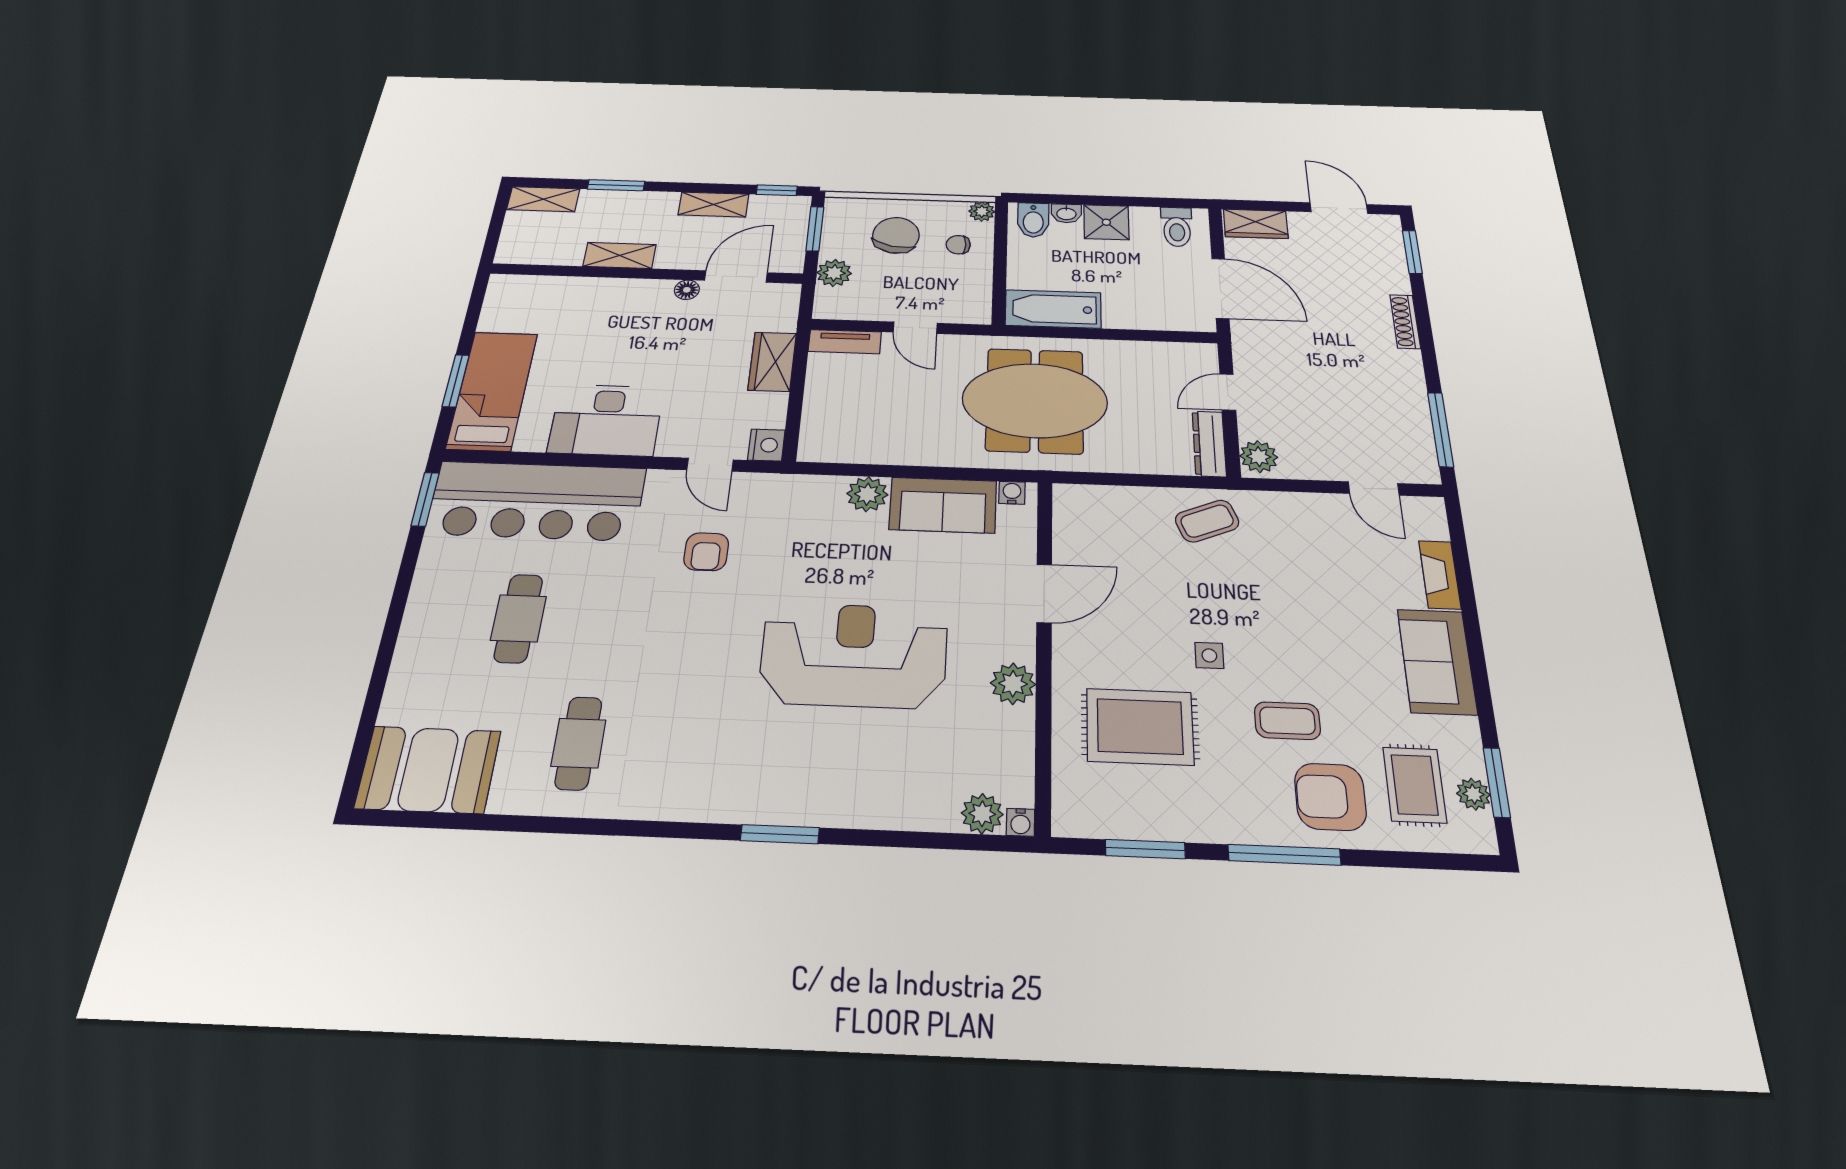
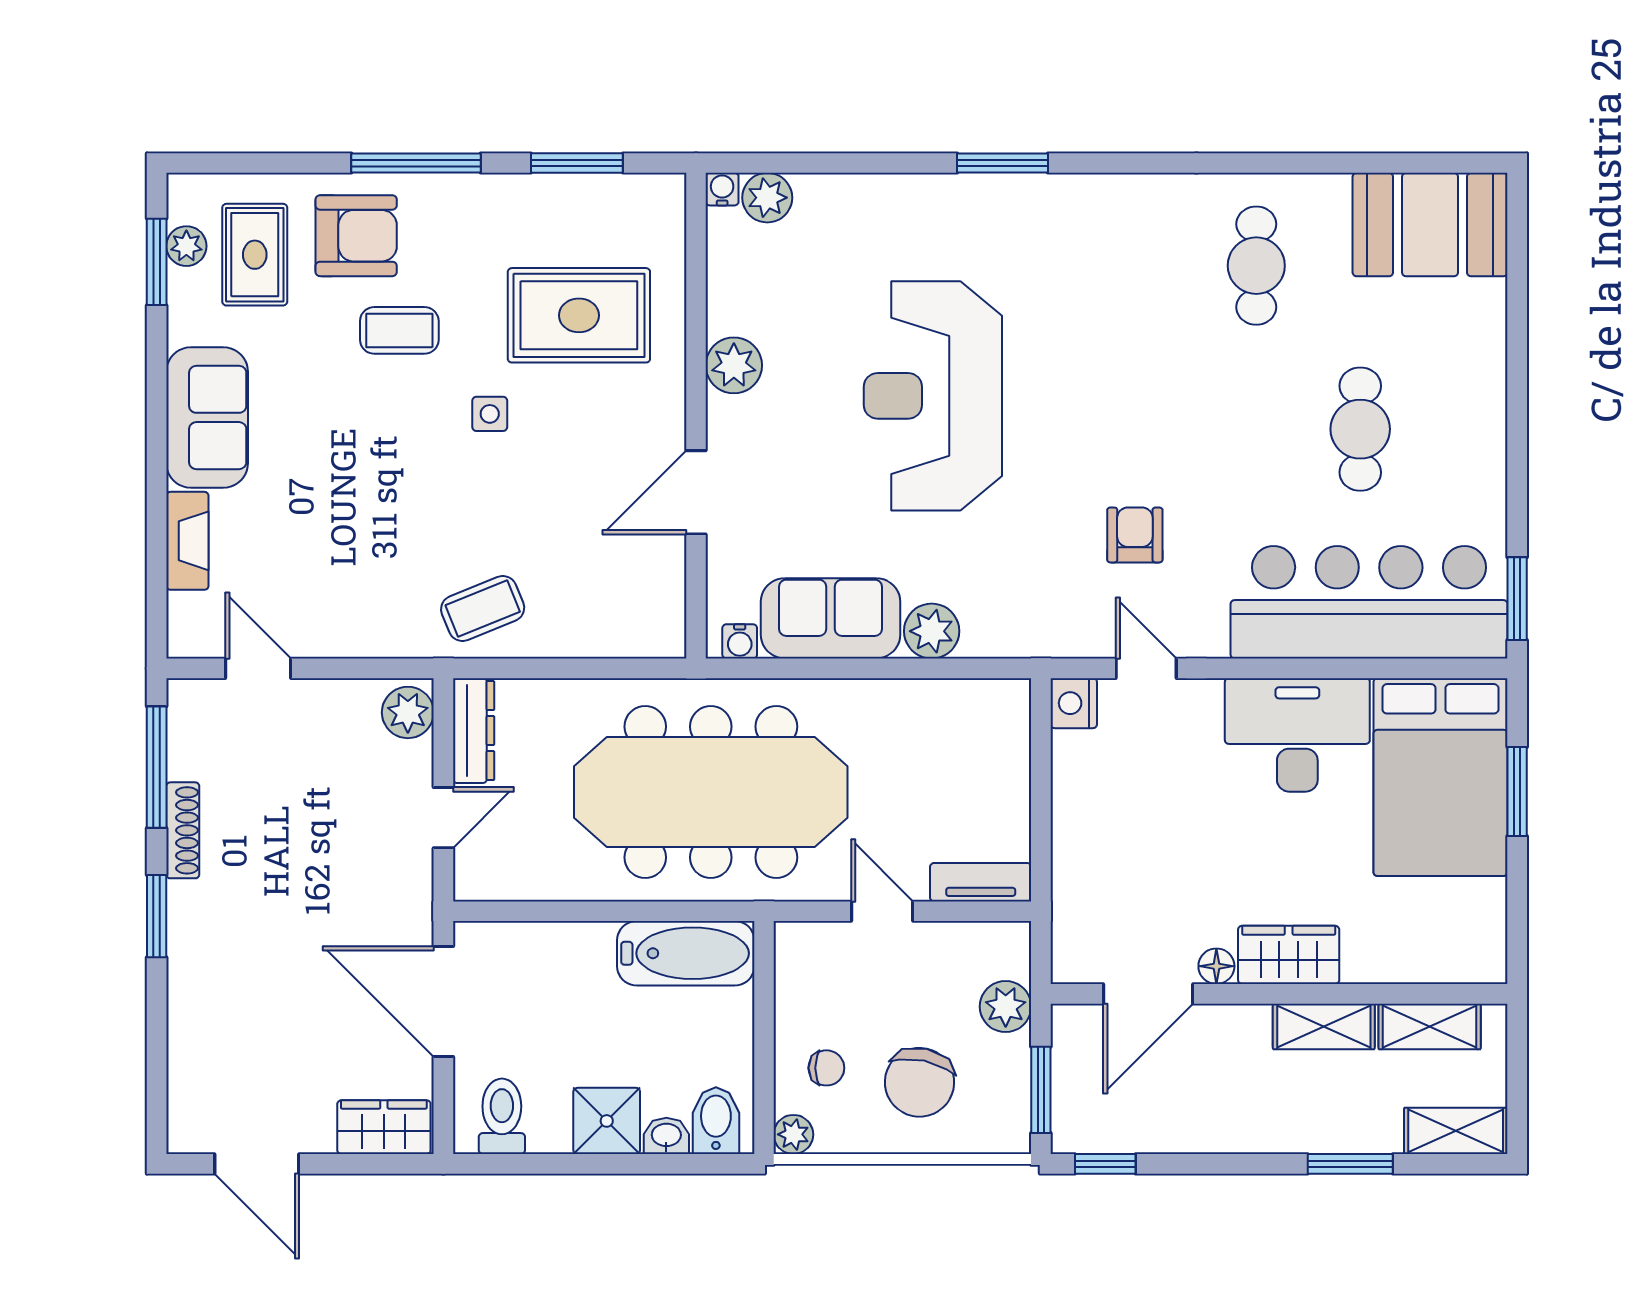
shelving: (713, 205) -> (1430, 1027), moved
window: (1412, 252) -> (157, 916), moved
shoe rack: (1405, 322) -> (183, 830), moved
wardrobe: (772, 362) -> (1289, 955), moved, turned -90
bed: (492, 391) -> (1440, 777), width x1.50
meeting table: (1035, 400) -> (711, 792), width x1.36
reception desk: (854, 655) -> (933, 396), turned 90

